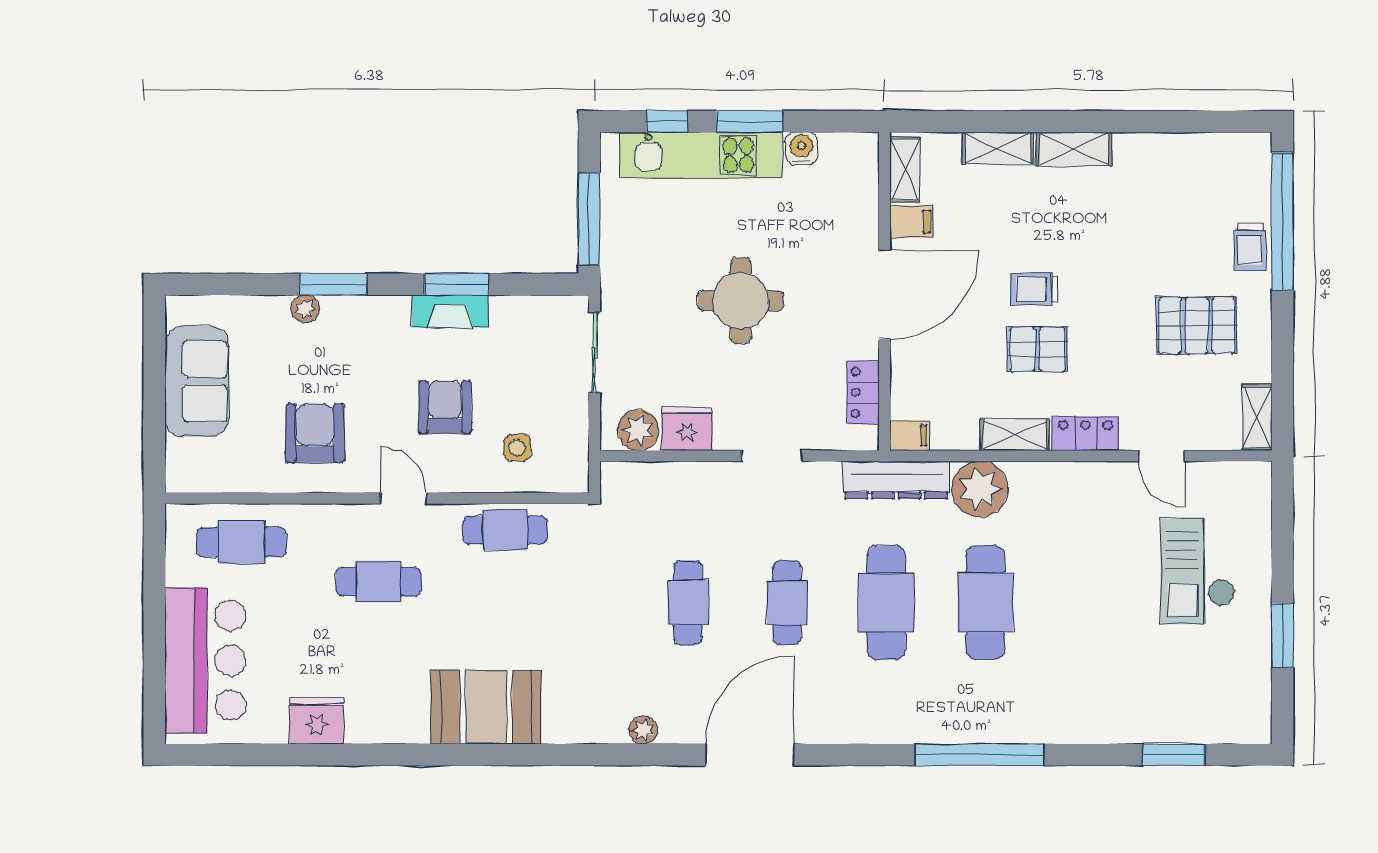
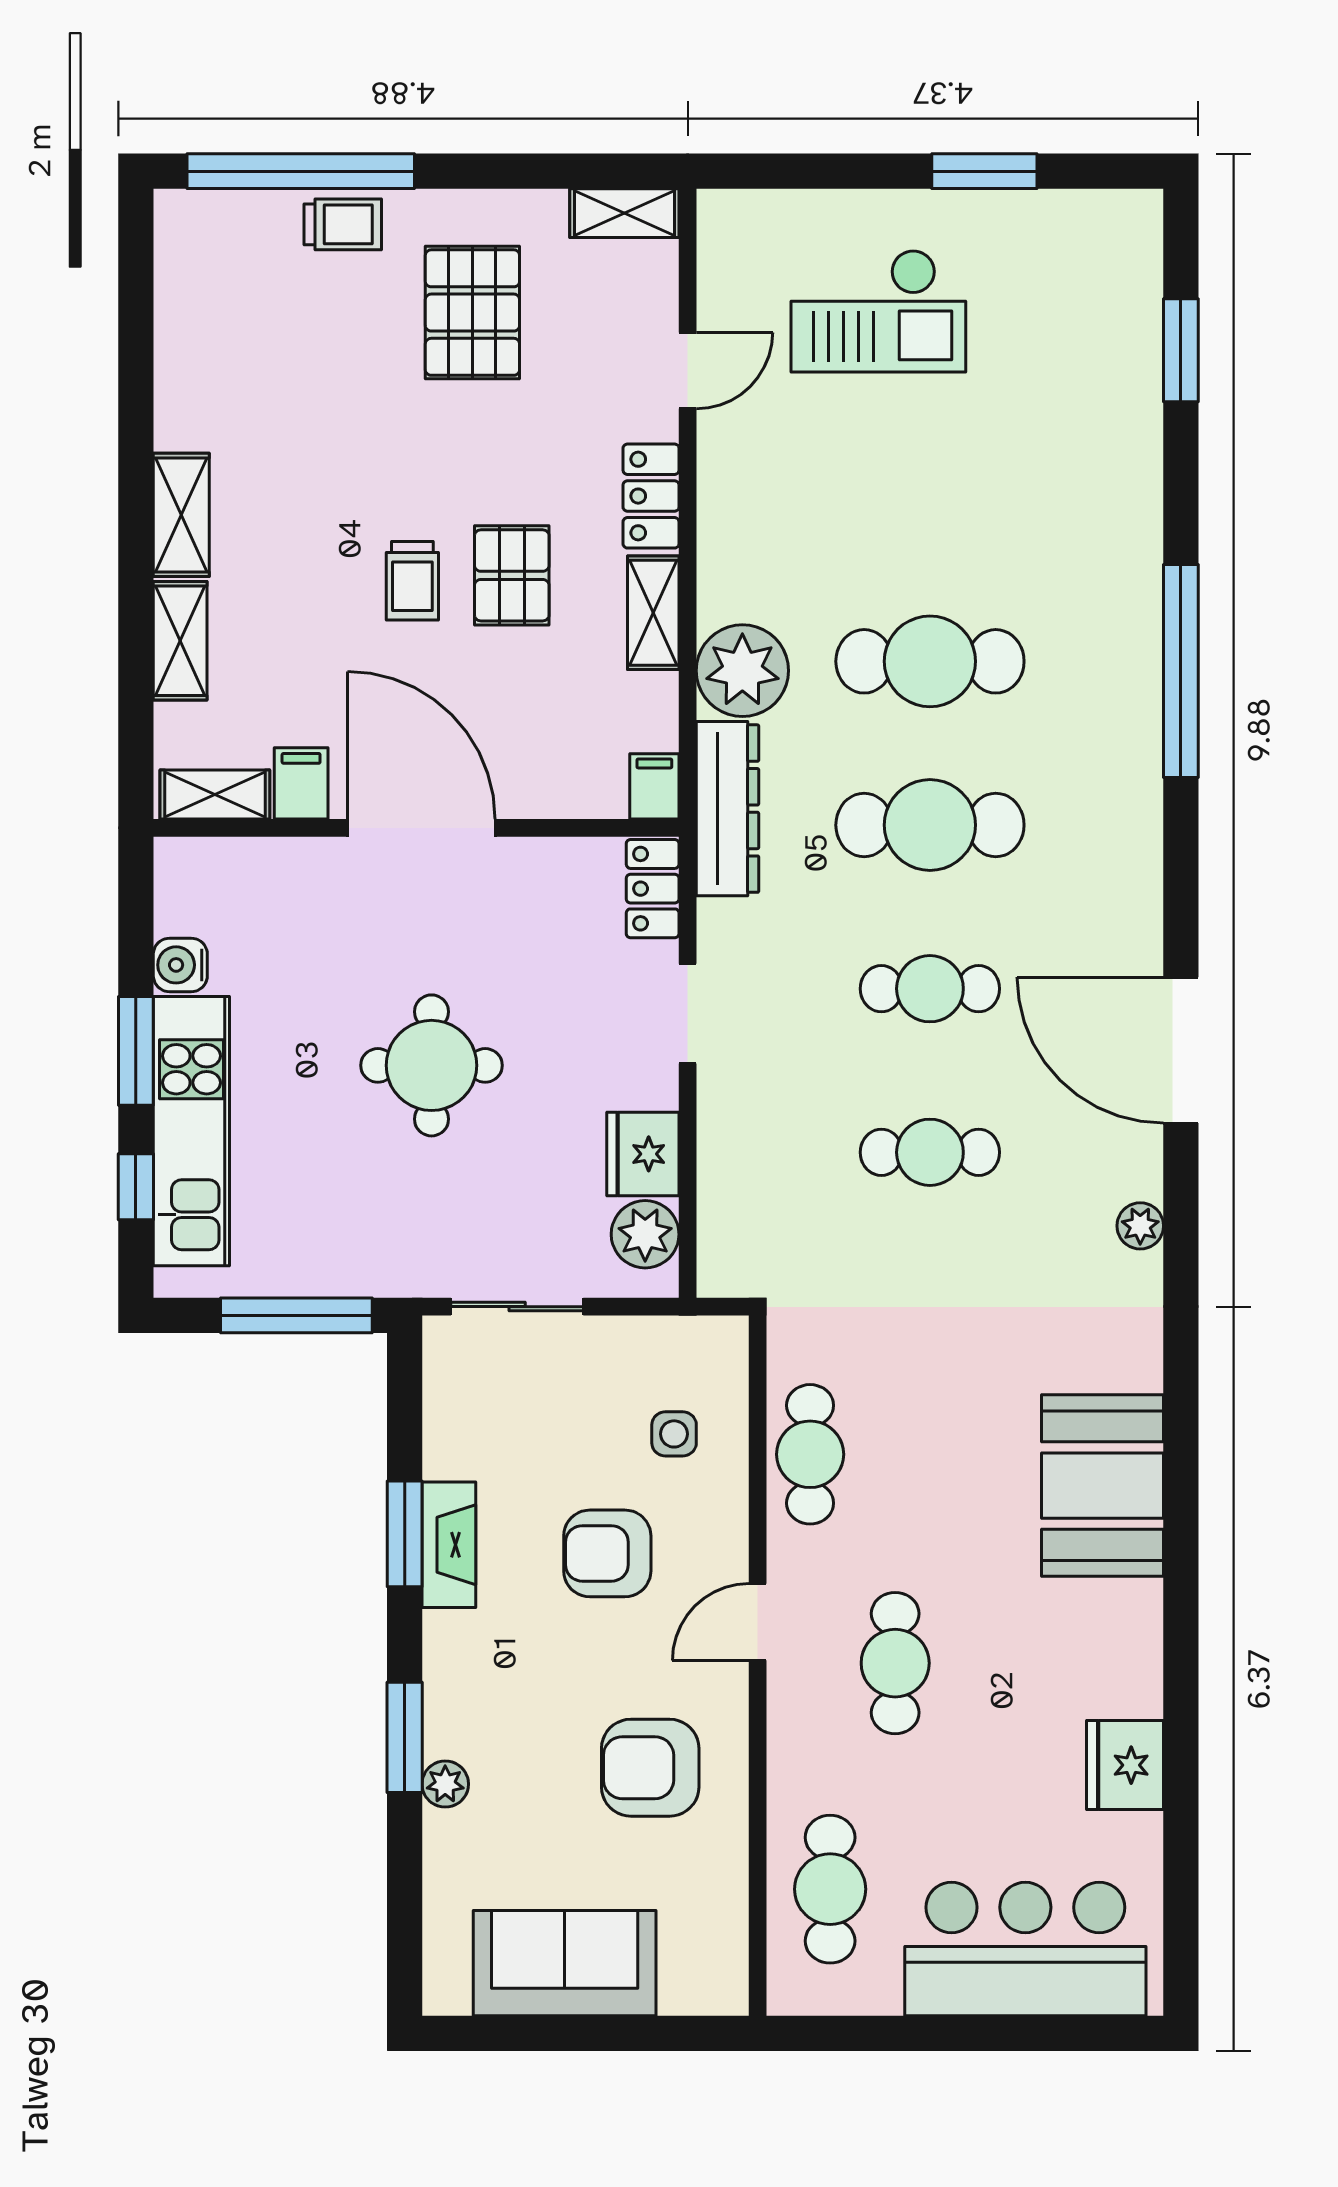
locker: (863, 392) -> (653, 889), moved, turned 90

